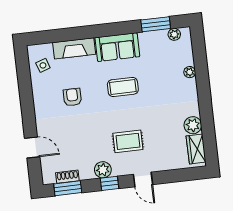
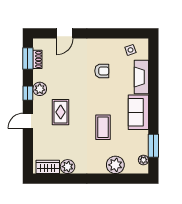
plant: (190, 72) -> (115, 165), width x1.88, depth x1.88
coffee table: (123, 87) -> (103, 127), moved

